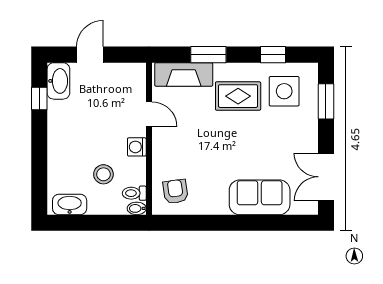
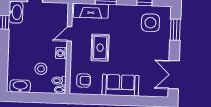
rug: (238, 96) -> (100, 48), moved, turned 90
door: (149, 114) -> (69, 34), swing flipped
armchair: (175, 192) -> (84, 80), turned 98
sofa: (260, 197) -> (120, 85), moved

